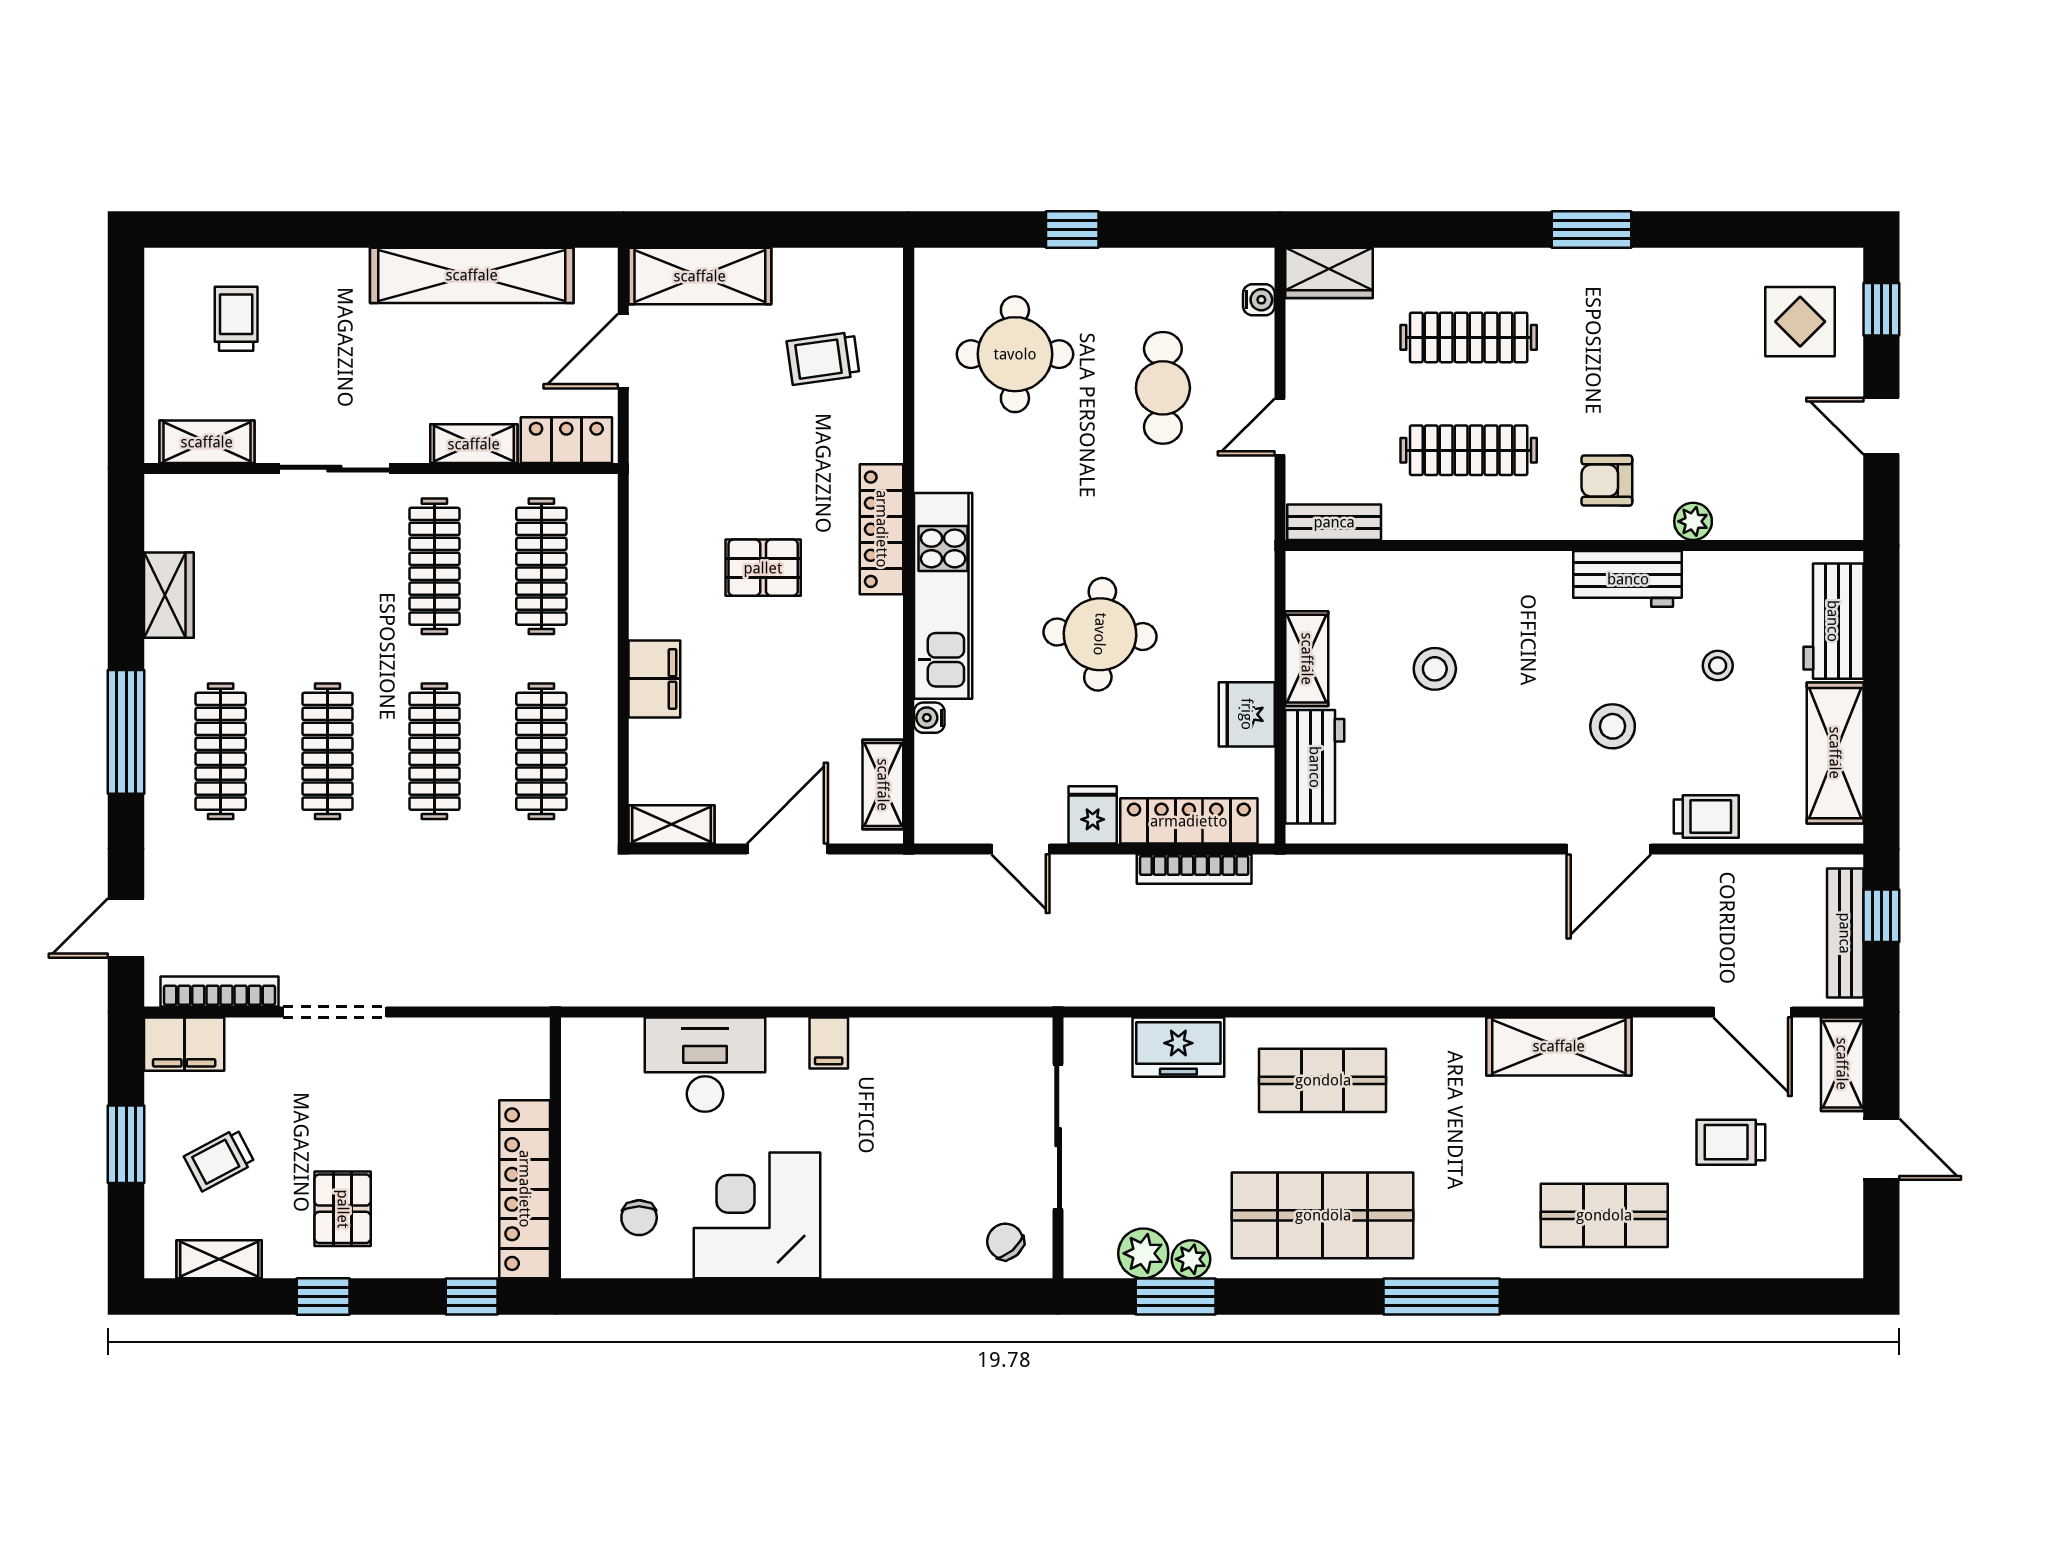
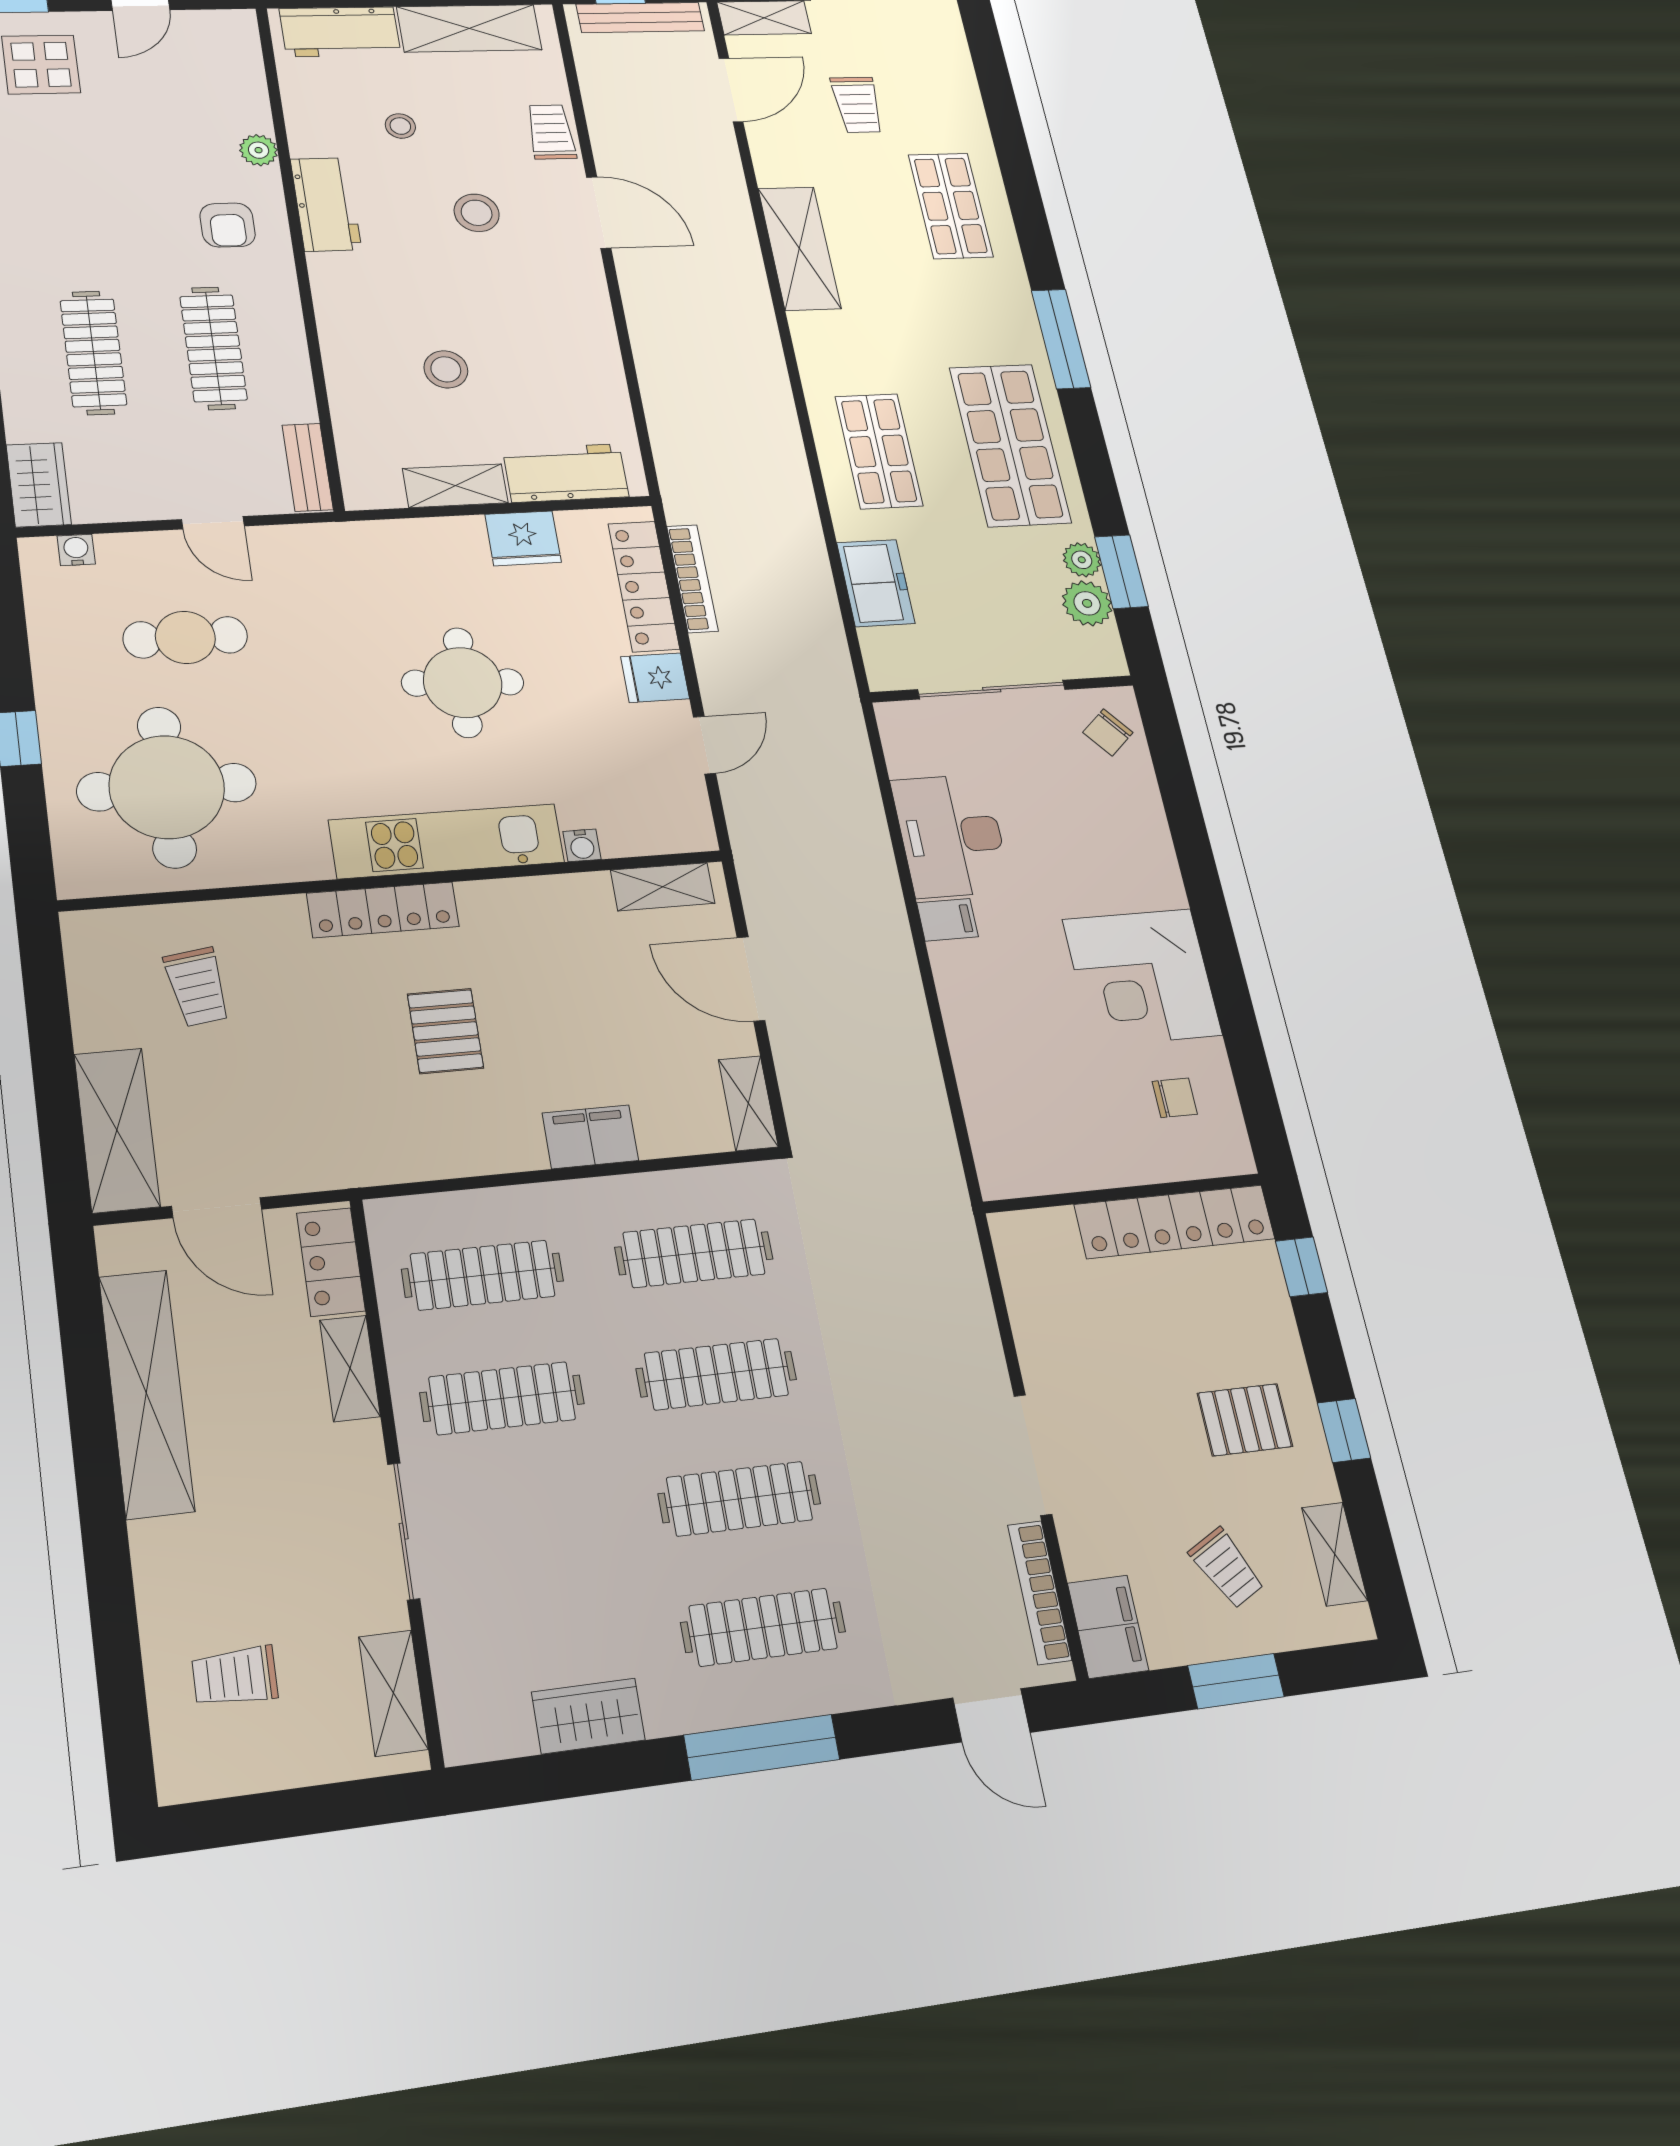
round table: (1015, 354) -> (167, 787), width x1.36, depth x1.36
desk: (705, 1065) -> (951, 836), moved

